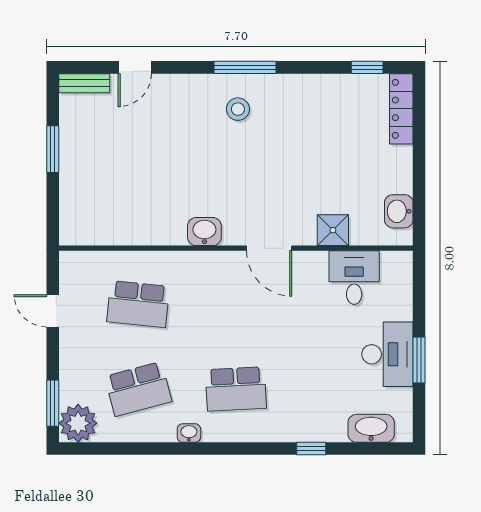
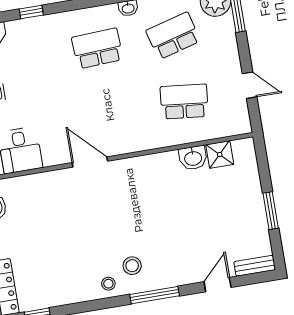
window: (245, 67) -> (155, 295), moved
stool: (271, 91) -> (108, 284), added
shower: (333, 230) -> (220, 155), moved
washbasin: (204, 232) -> (193, 158), moved

